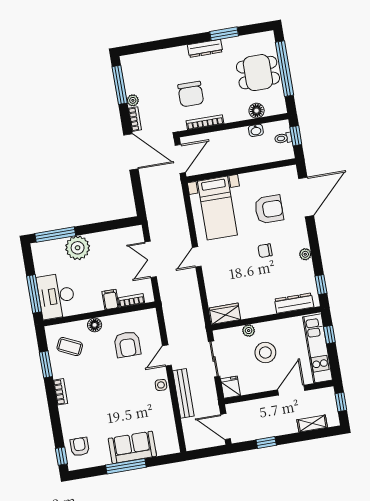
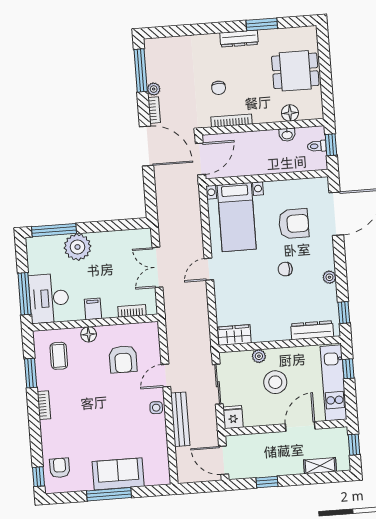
window: (284, 69) -> (325, 69), removed
chair: (191, 94) -> (219, 88), width x0.54, depth x0.54
filing cabinet: (110, 300) -> (93, 309), moved
coffee table: (70, 347) -> (59, 356), turned 65

